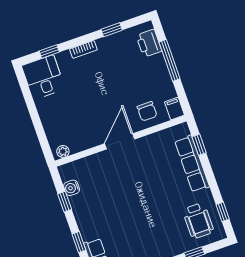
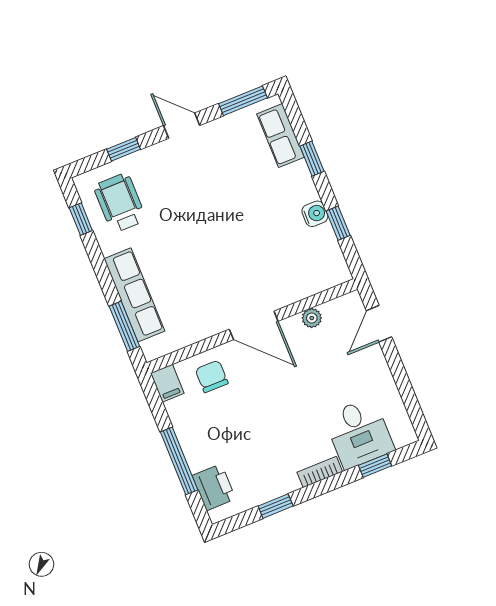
desk: (43, 77) -> (359, 433), moved
door: (43, 139) -> (379, 324), added
door: (120, 141) -> (254, 325), hinge flipped
window: (199, 145) -> (124, 326), width x1.50
plant: (63, 151) -> (312, 318), moved
water cooler: (72, 188) -> (315, 214), moved

